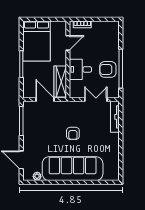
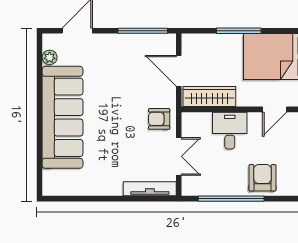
door: (68, 43) -> (275, 109), hinge flipped
armchair: (108, 69) -> (262, 178), moved
door: (45, 100) -> (179, 71), swing flipped
armchair: (73, 133) -> (159, 119), moved

